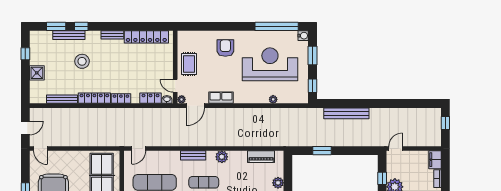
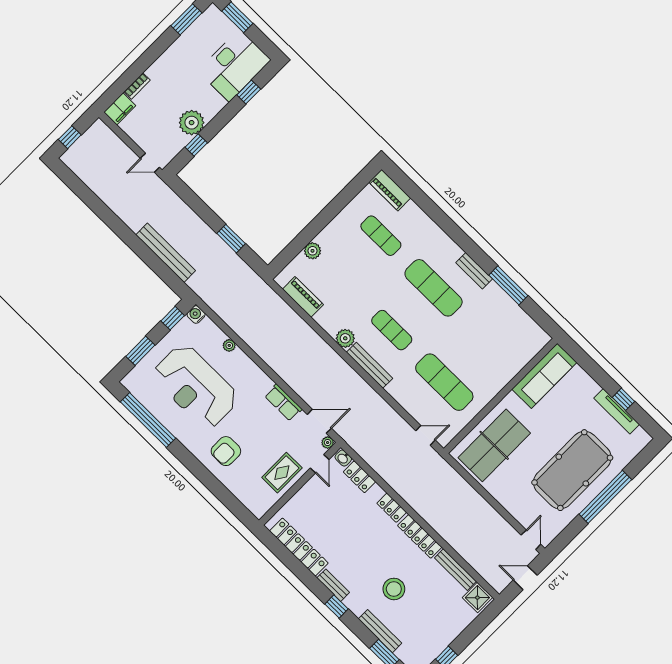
window: (81, 26) -> (336, 607), moved
water cooler: (303, 36) -> (196, 314), moved
shower: (37, 73) -> (477, 598), moved
bench: (193, 155) -> (370, 365), width x1.36

